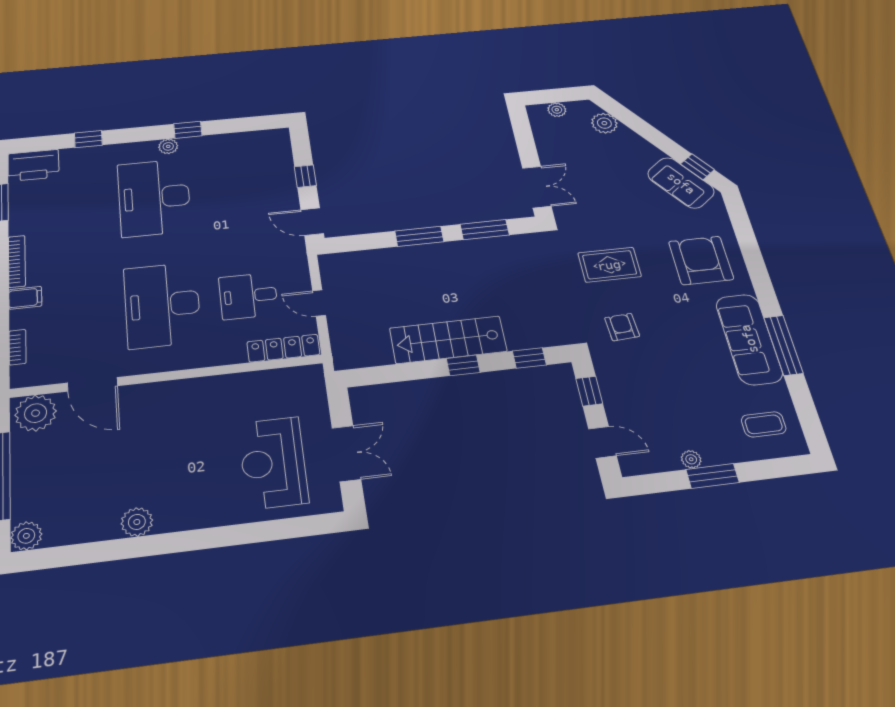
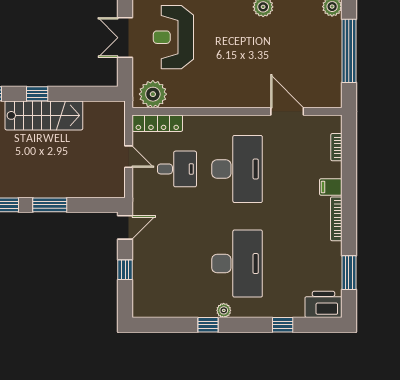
door: (312, 222) -> (125, 227), hinge flipped
plant: (36, 413) -> (153, 94), moved
reception desk: (273, 463) -> (173, 37), turned 180

